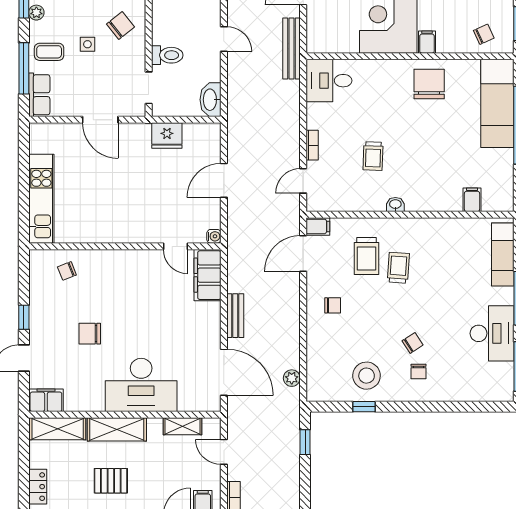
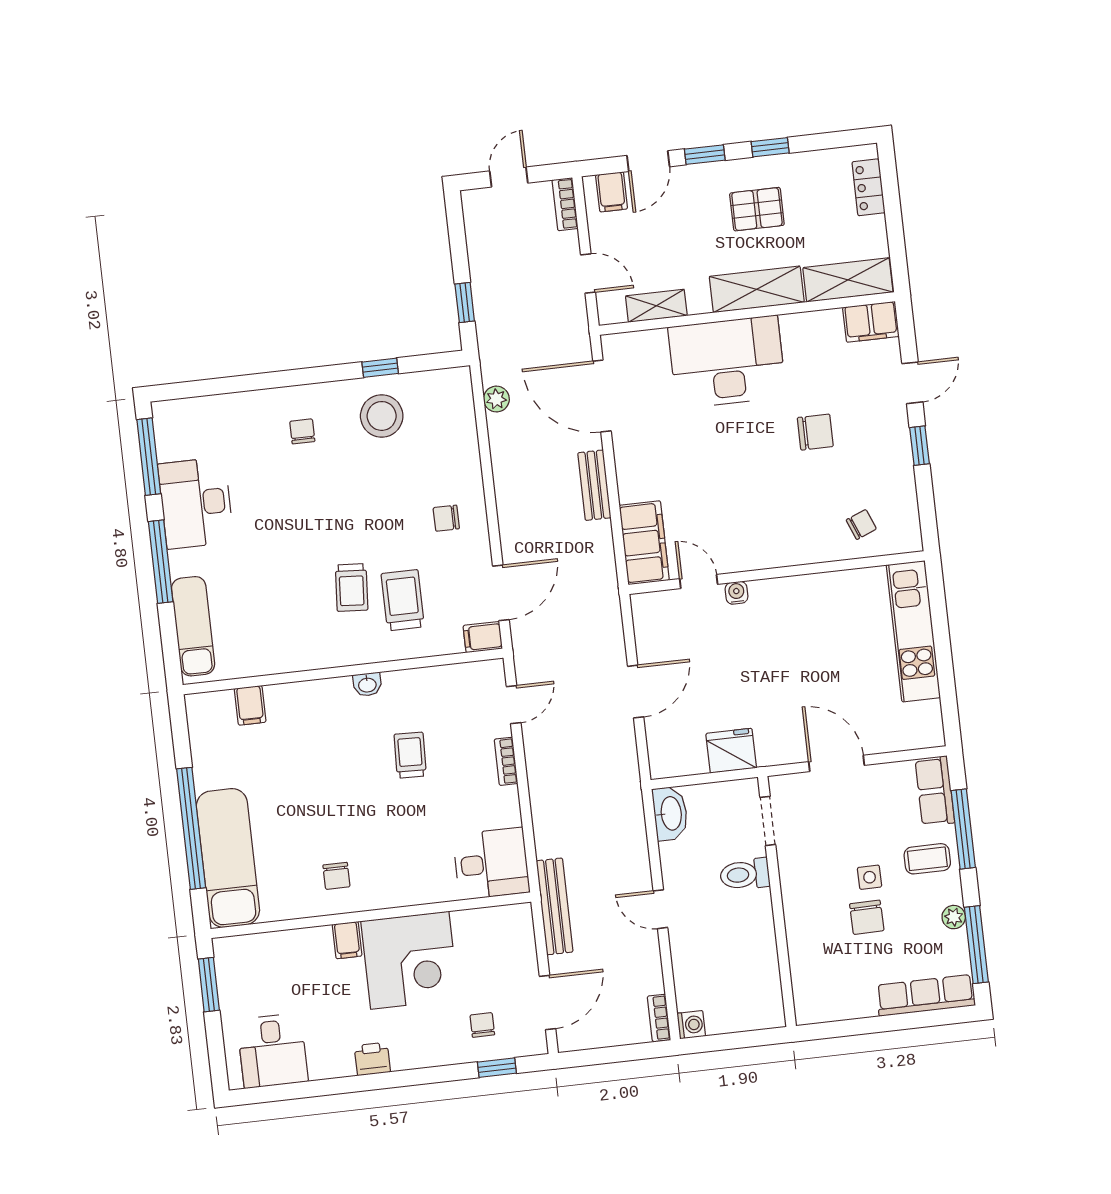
chair: (120, 26) -> (867, 917), moved, turned -53
chair: (484, 34) -> (261, 962), removed
chair: (429, 84) -> (336, 876), width x0.54, depth x0.54
water cooler: (214, 236) -> (737, 593), moved, turned 90
chair: (413, 343) -> (316, 474), removed

